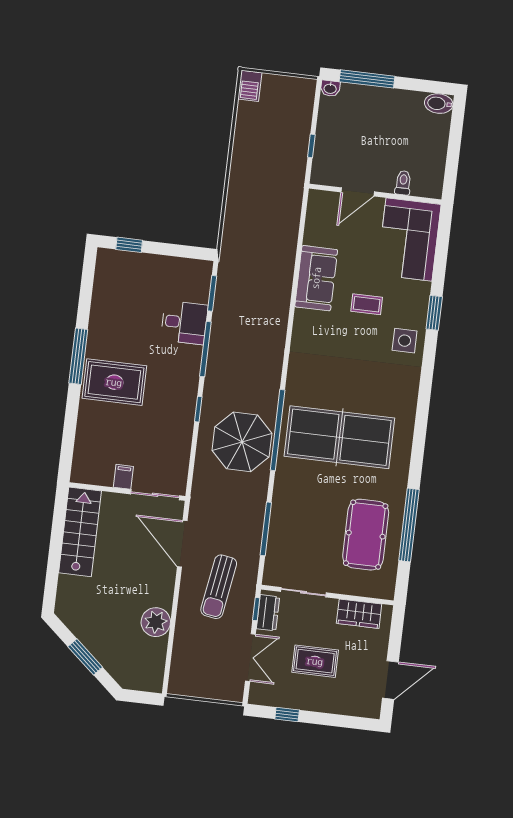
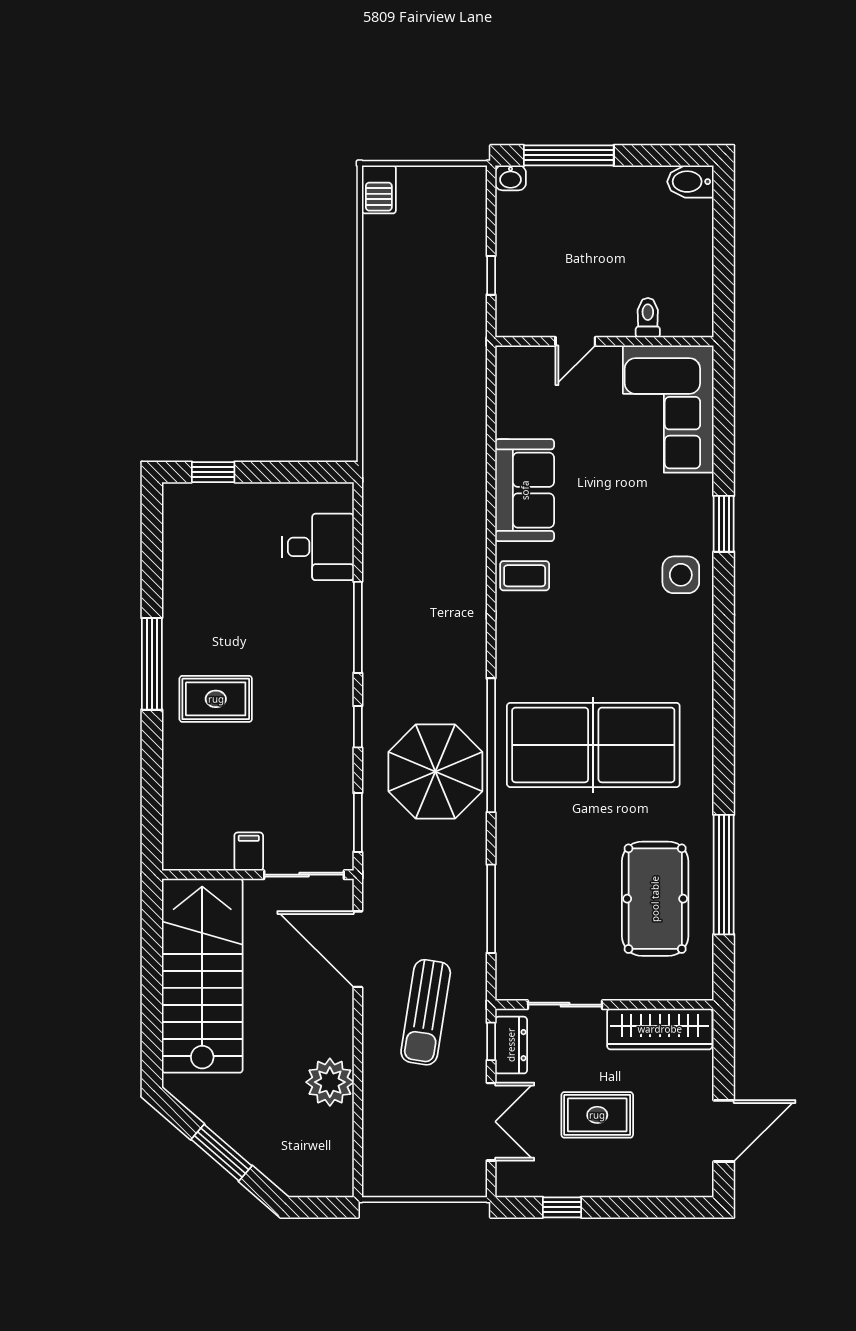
door: (358, 192) -> (575, 341), width x0.73
window: (212, 293) -> (358, 822), moved
coffee table: (367, 304) -> (525, 576), moved
desk: (184, 323) -> (318, 547), moved
rug: (114, 382) -> (216, 699), width x0.73, depth x0.70
stairs: (80, 532) -> (202, 976), width x1.36, depth x1.51
wardrobe: (359, 614) -> (660, 1029), width x1.50

